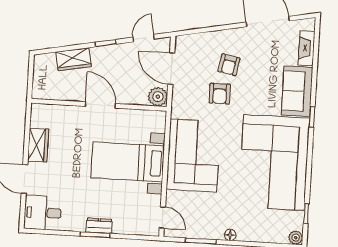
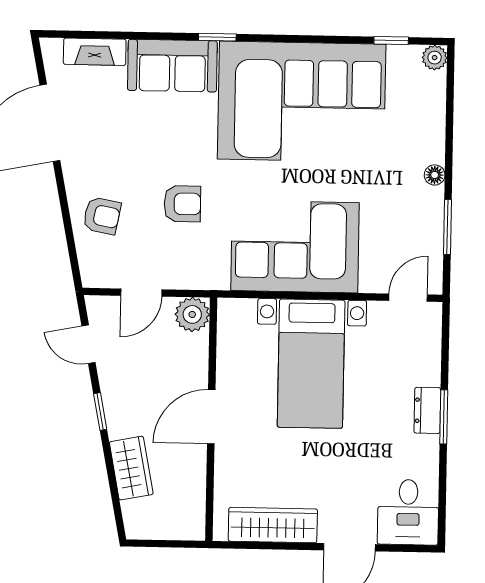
armchair: (229, 65) -> (102, 216), moved
door: (171, 69) -> (141, 293), width x0.73
wardrobe: (38, 145) -> (273, 525), width x1.50

